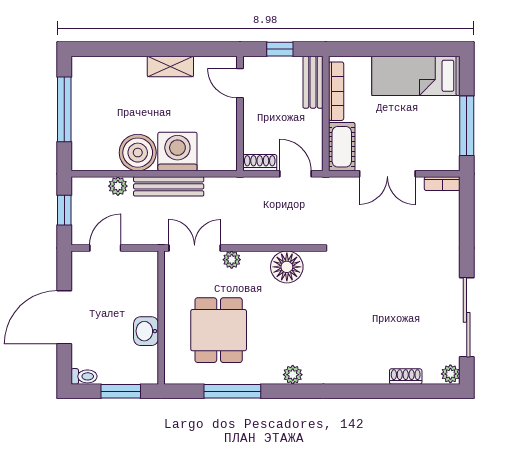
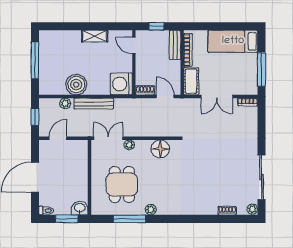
washing machine: (177, 152) -> (121, 84), moved, turned -90
washbasin: (146, 331) -> (80, 208), moved, turned 90
plant: (293, 375) -> (151, 210), moved

